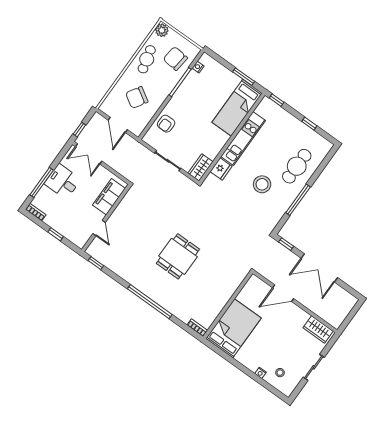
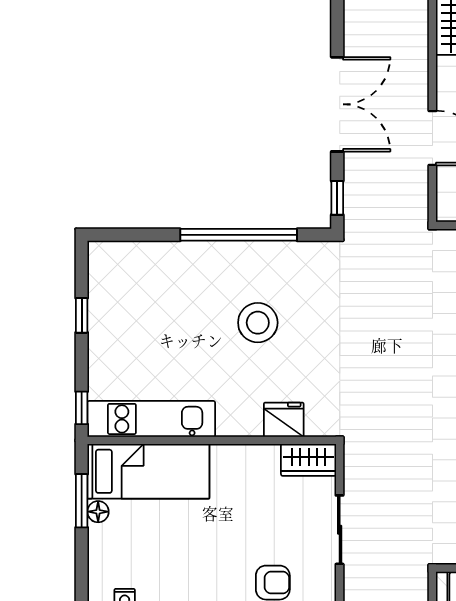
floor lamp: (236, 80) -> (98, 512), added
kitchen unit: (243, 139) -> (151, 419), moved
cafe table: (297, 166) -> (178, 282), removed
window: (298, 200) -> (239, 235), width x1.46

